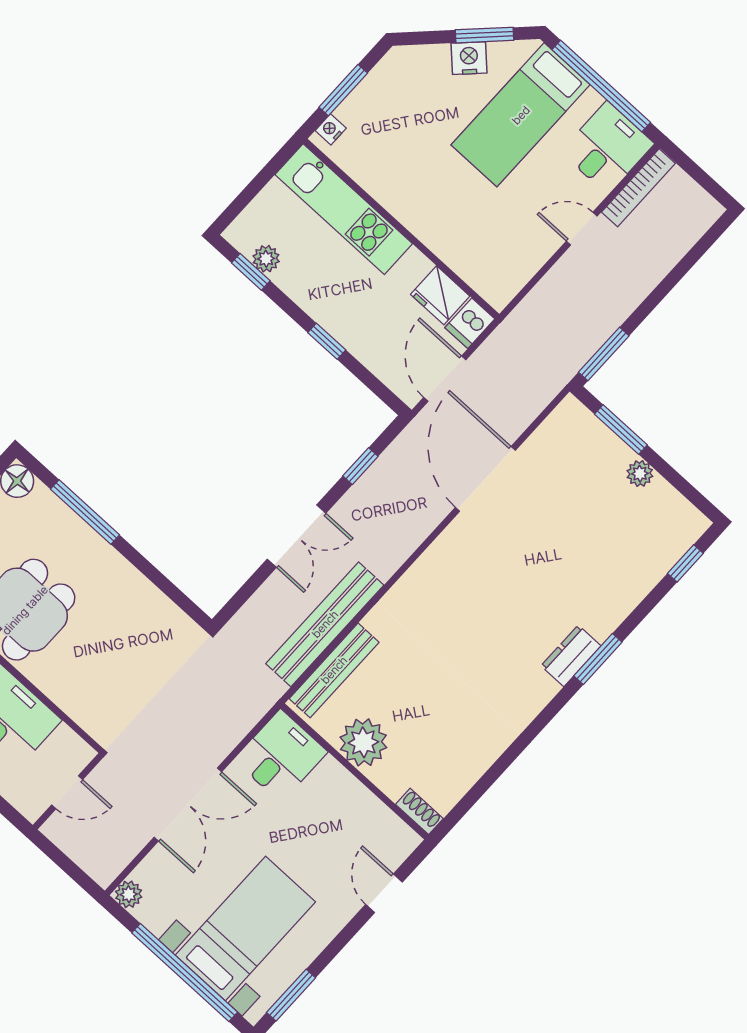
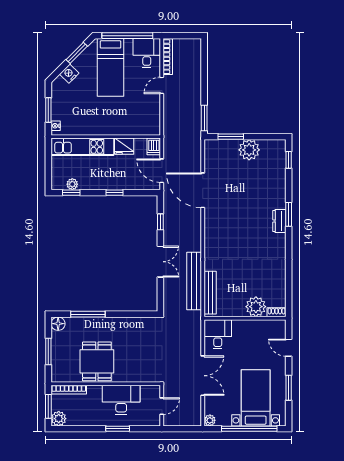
nightstand: (469, 58) -> (69, 74), moved
fridge: (440, 295) -> (124, 146), moved
plant: (640, 474) -> (249, 150), width x1.87, depth x1.87
plant: (363, 742) -> (256, 307), moved
window: (291, 995) -> (289, 388), moved

